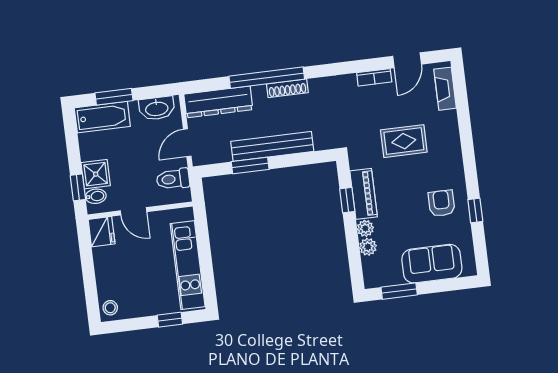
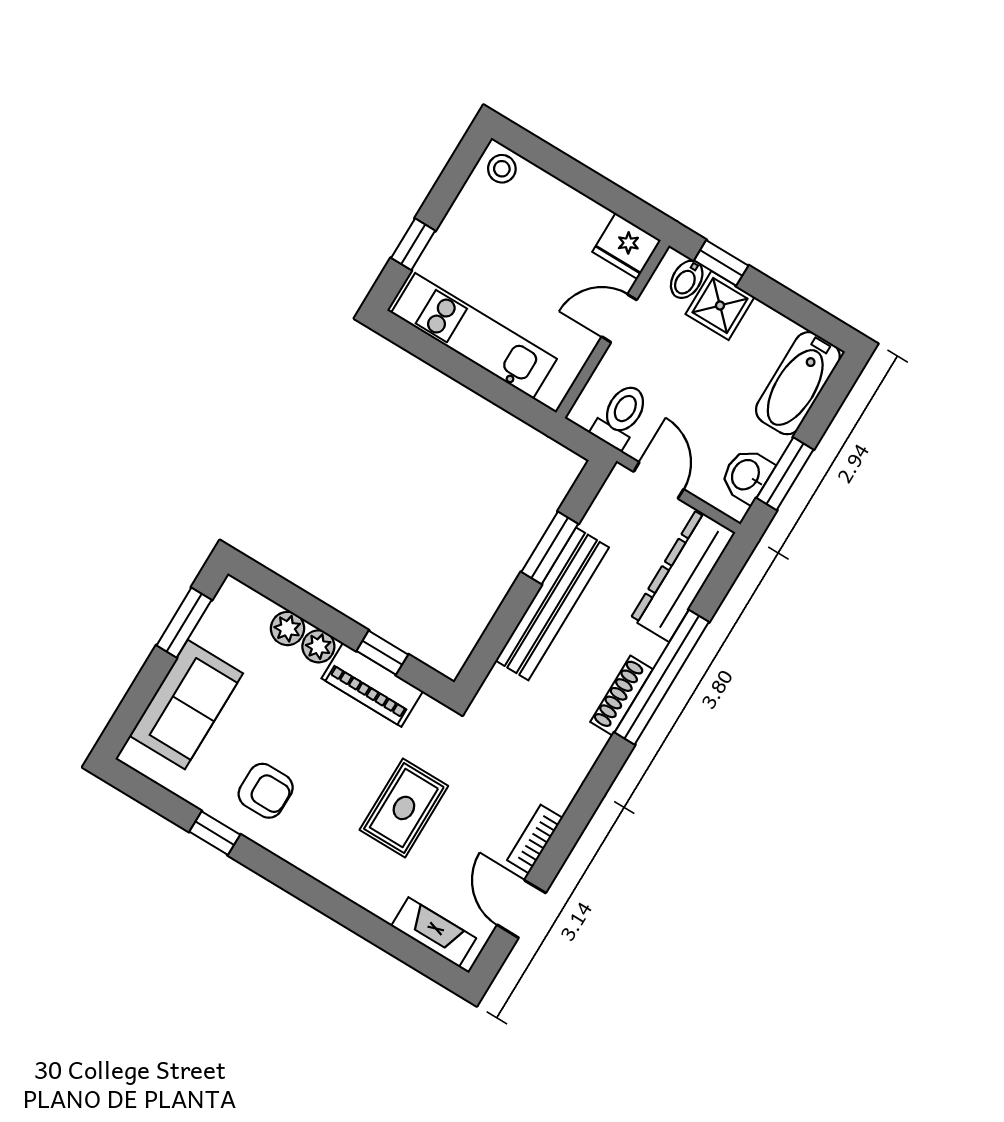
window: (114, 97) -> (785, 474), moved
washbasin: (157, 108) -> (747, 475), width x0.72

